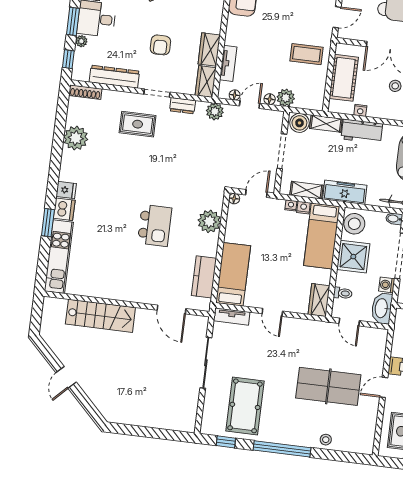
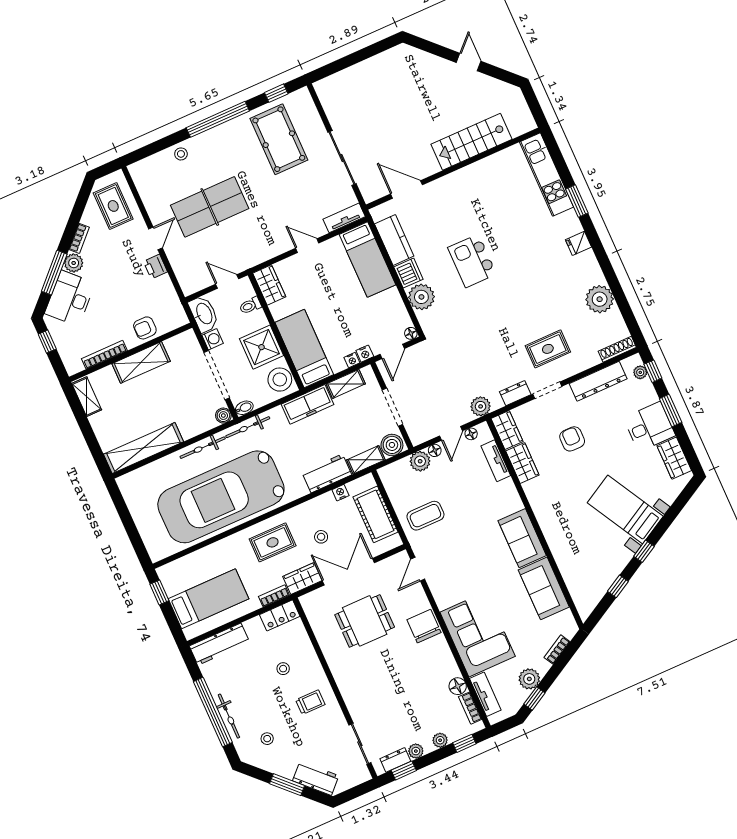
plant: (81, 41) -> (640, 372), moved
nightstand: (303, 208) -> (365, 354), moved
dishwasher: (64, 209) -> (408, 273), moved, turned 180

